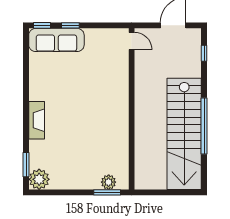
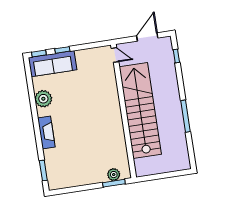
window: (204, 126) -> (186, 116), width x0.68
stairs: (184, 134) -> (140, 110), moved, turned 180
plant: (39, 179) -> (43, 99), moved

